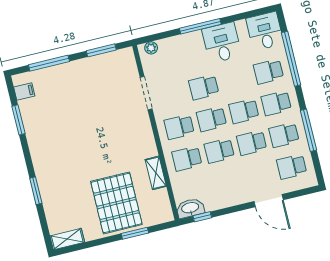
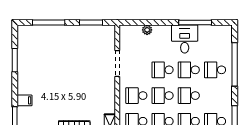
window: (200, 26) -> (195, 22), moved
desk: (265, 31) -> (220, 38), removed
plant: (151, 48) -> (147, 30), moved
filing cabinet: (24, 91) -> (25, 100), moved
school desk: (276, 103) -> (189, 70), moved

